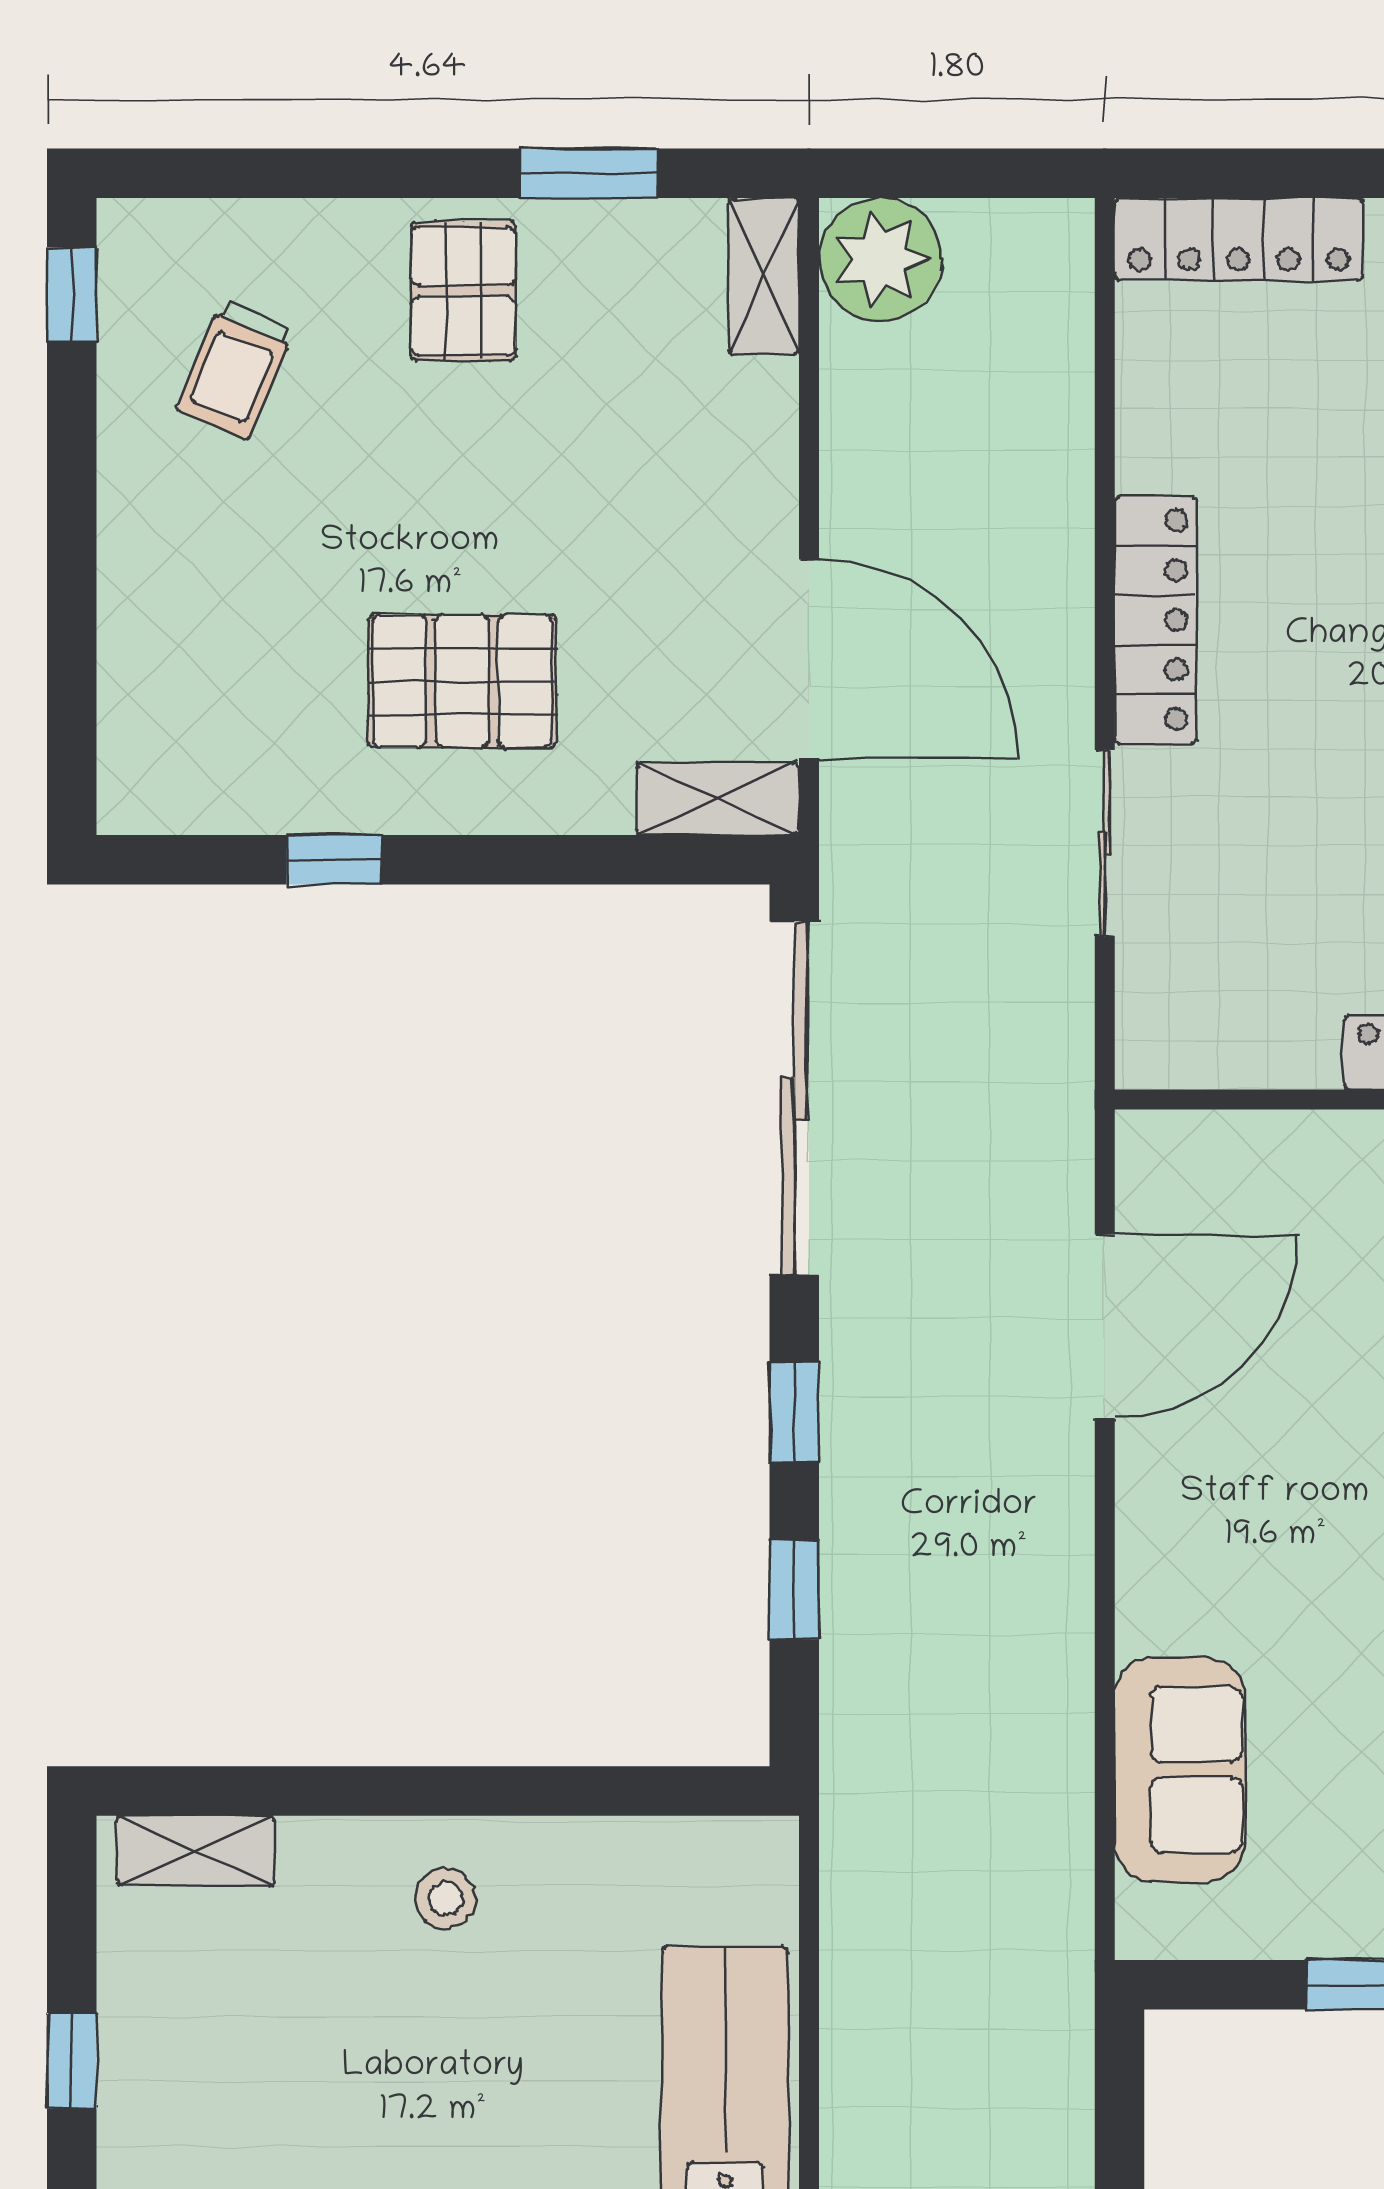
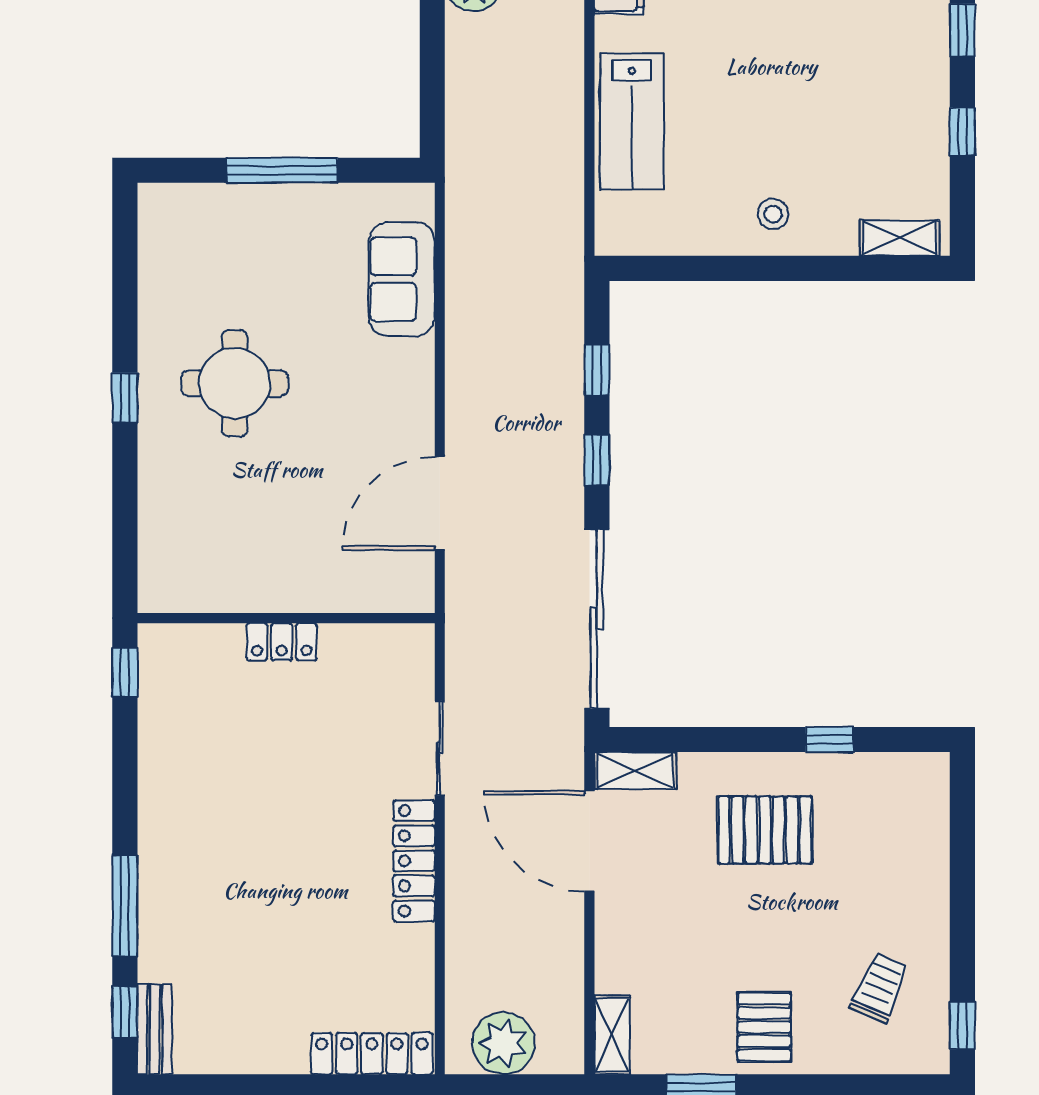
plant: (880, 259) -> (503, 1043), moved

